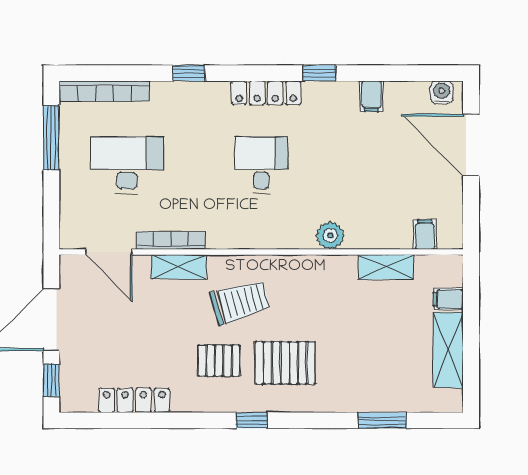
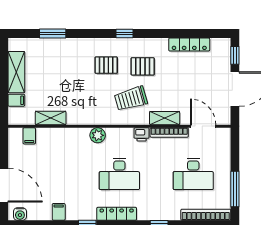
desk: (261, 165) -> (119, 174), width x1.37
plant: (330, 235) -> (98, 135), moved
printer: (221, 237) -> (142, 134), added
pallet: (285, 363) -> (106, 65), width x0.67, depth x0.71

